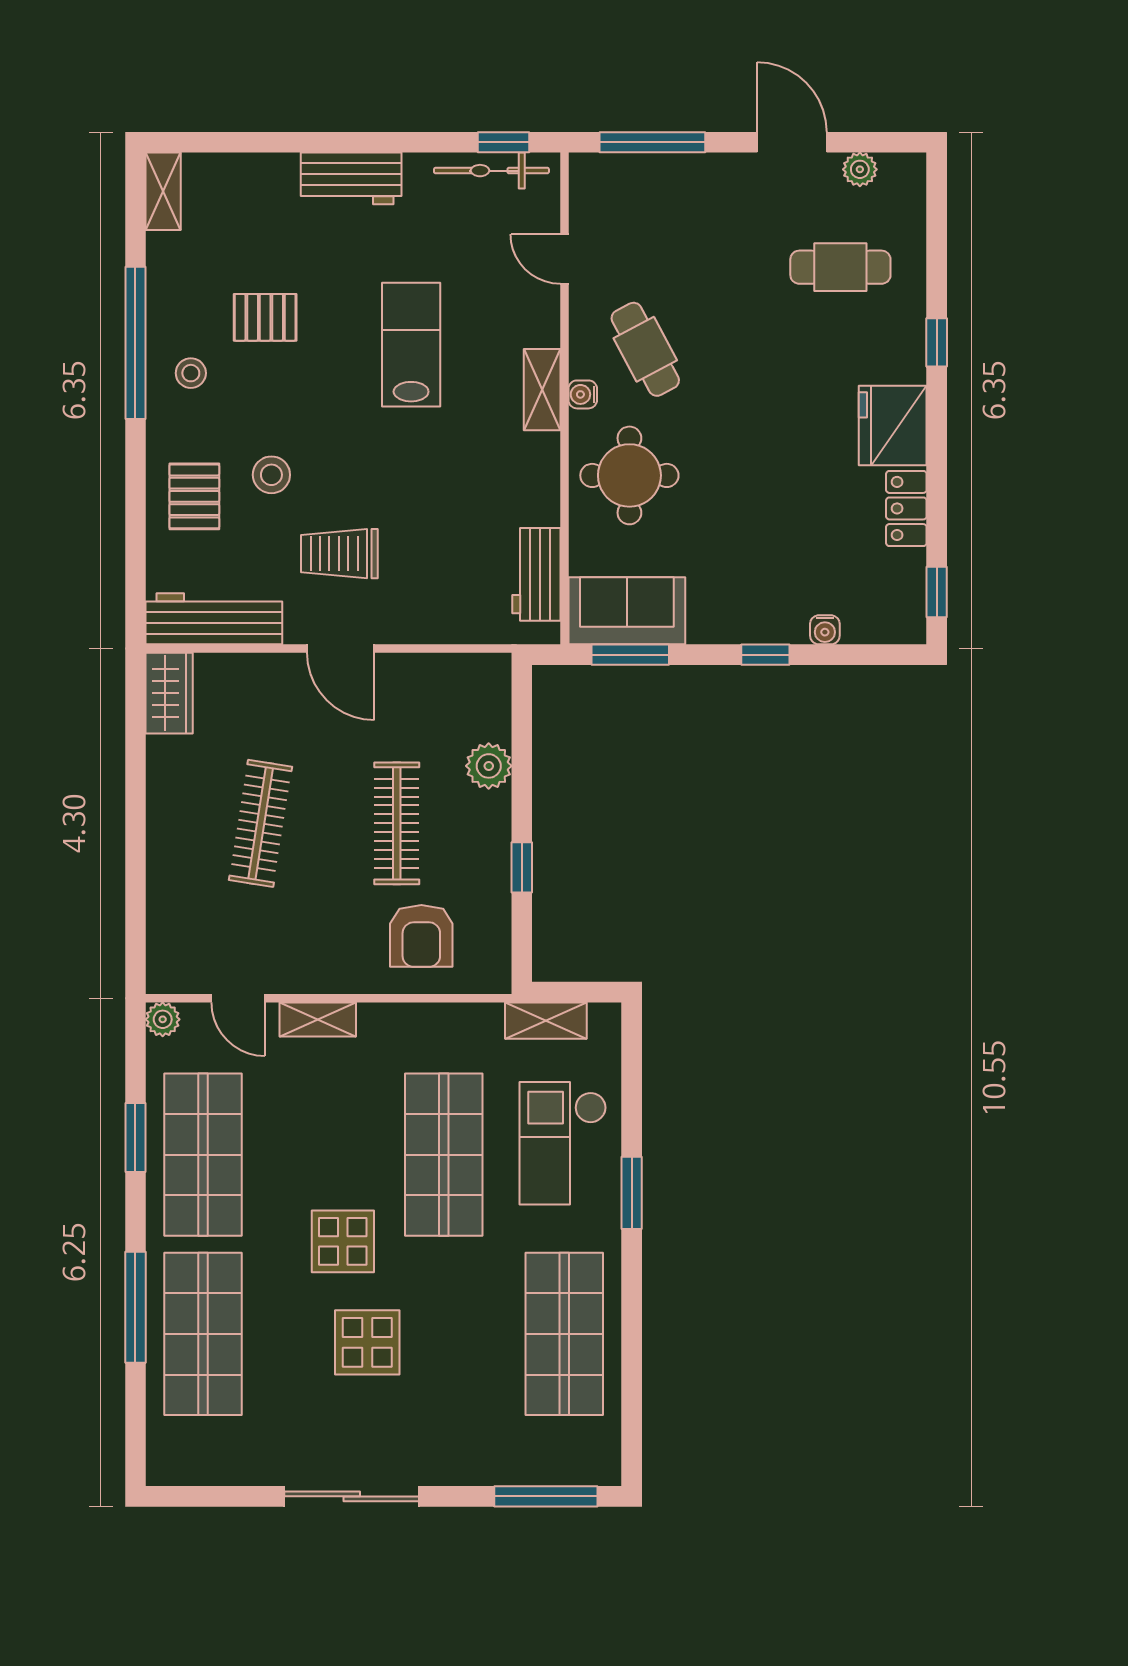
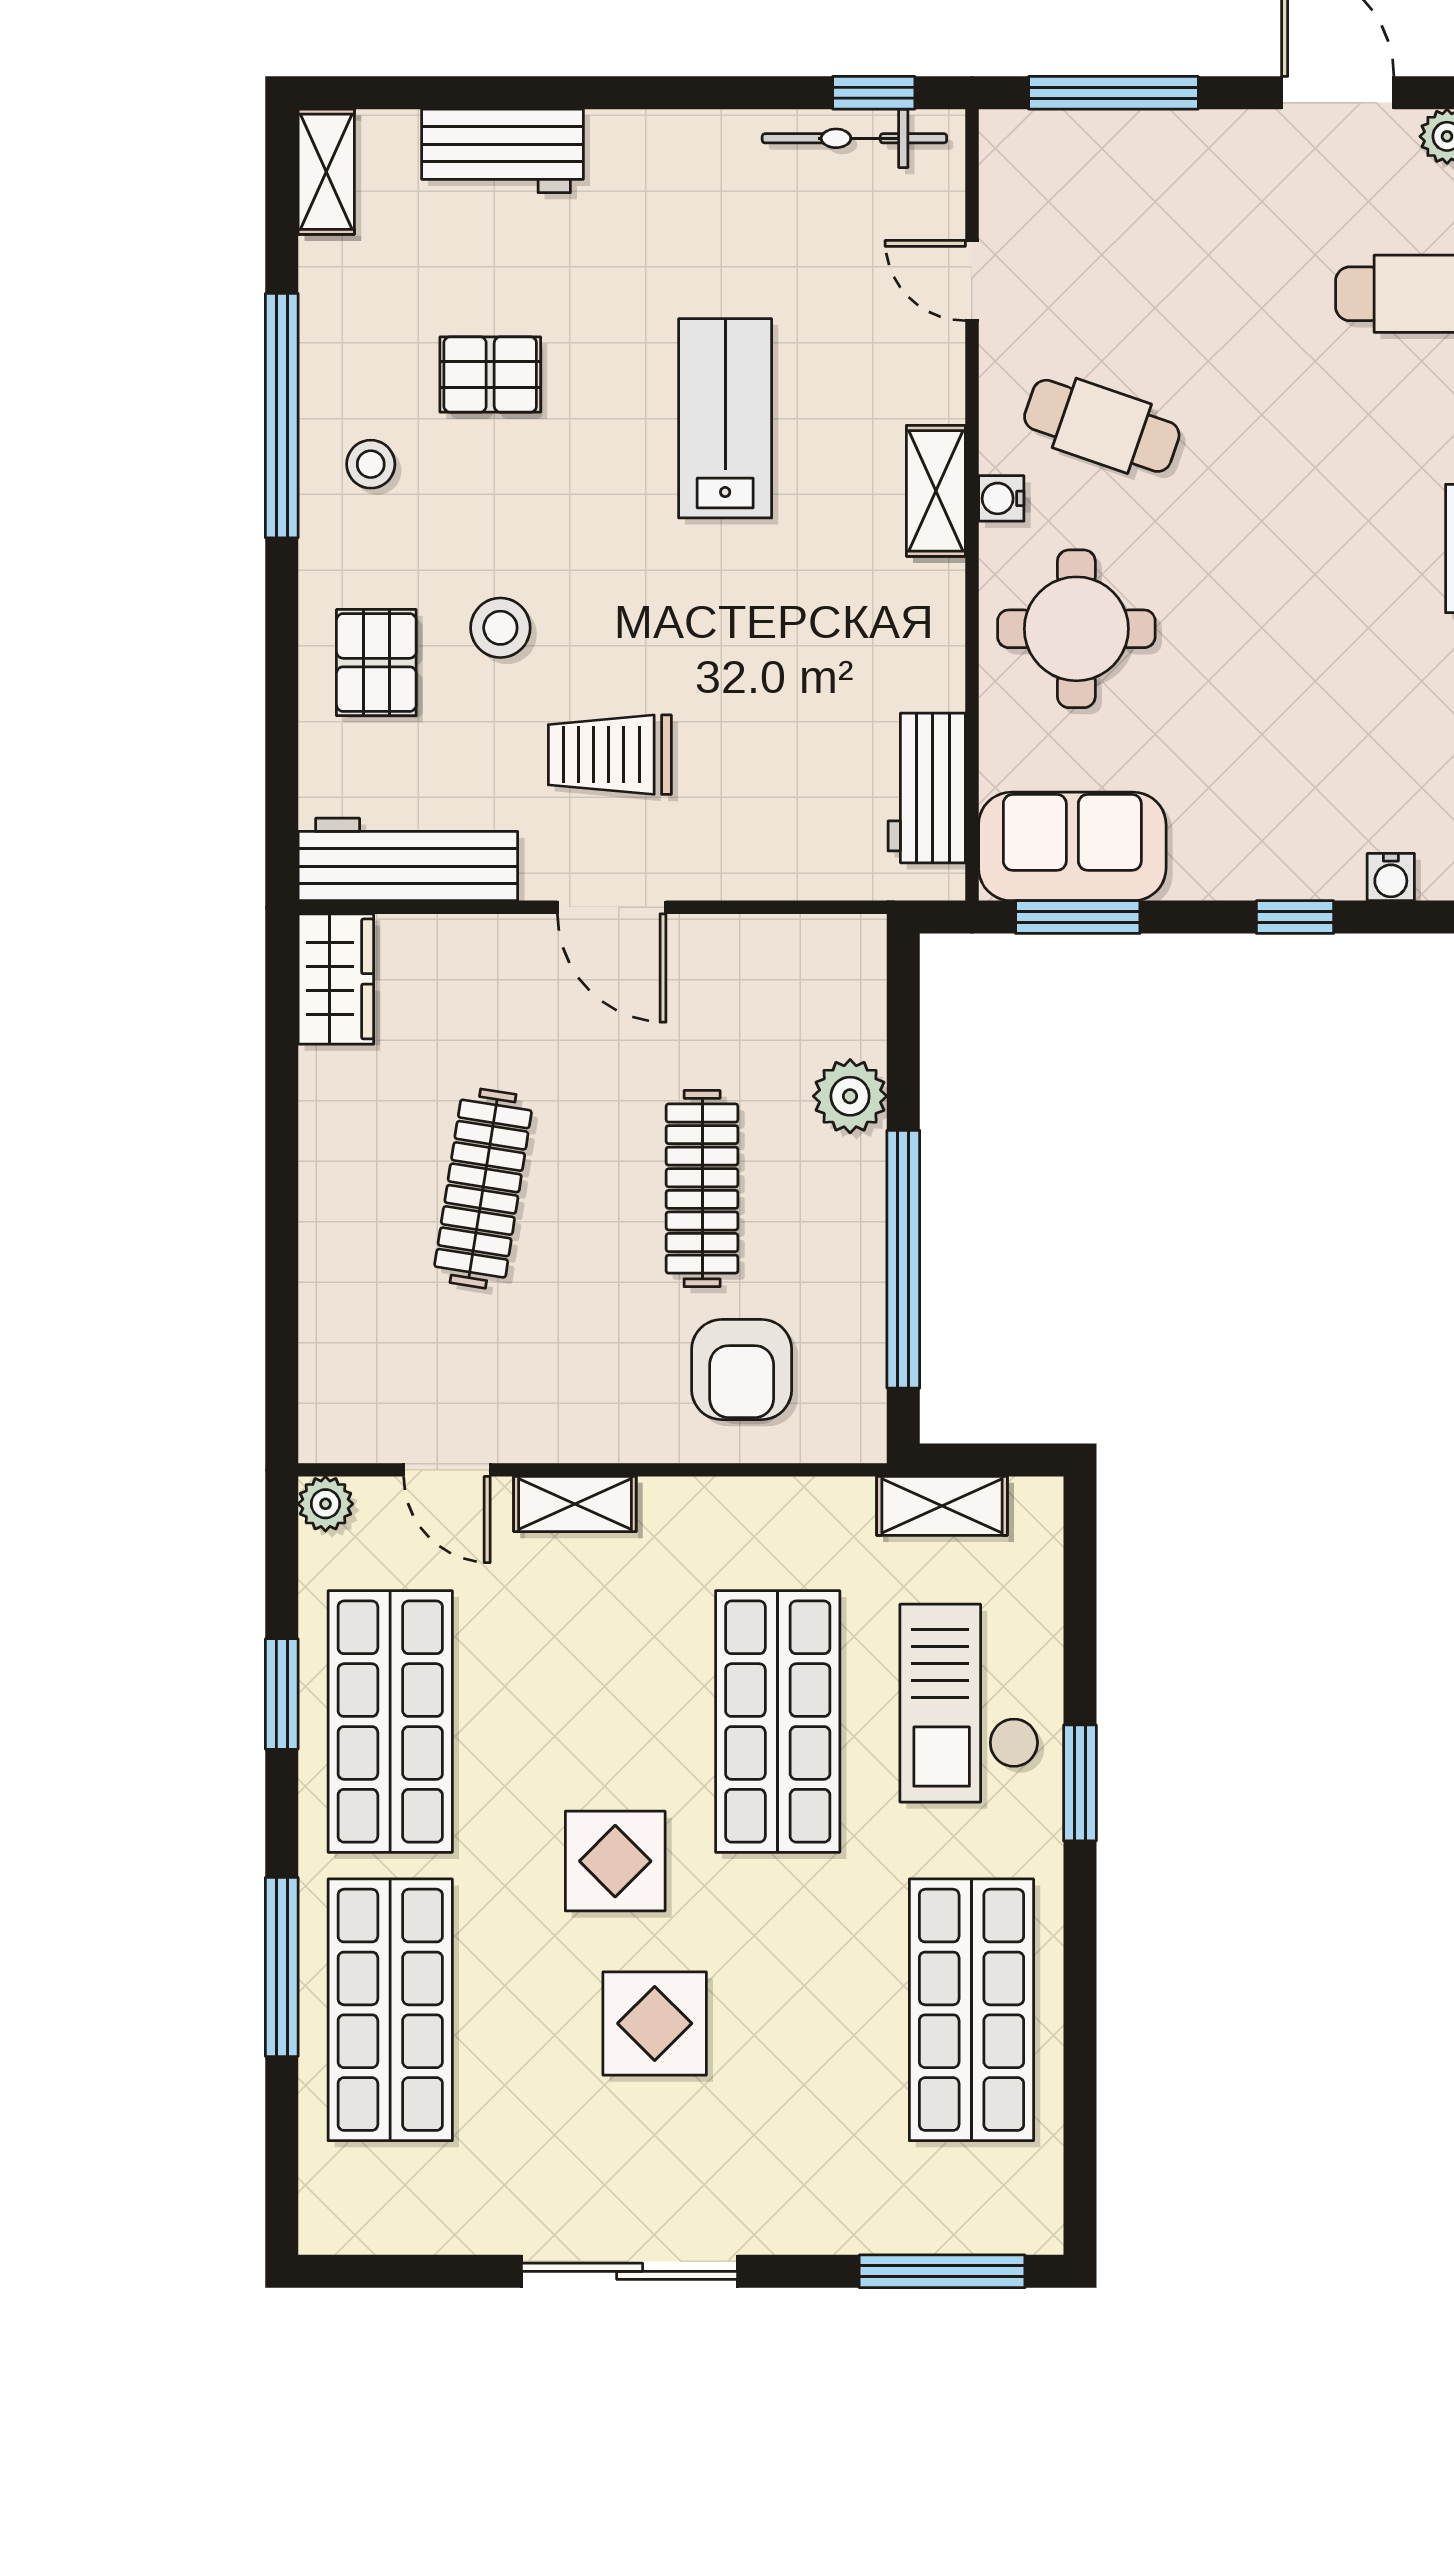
workbench: (351, 178) -> (502, 151), moved
cafe table: (645, 349) -> (1102, 426), turned -43
window: (522, 867) -> (903, 1259), width x3.17

